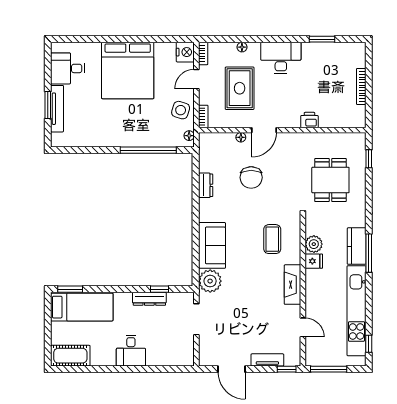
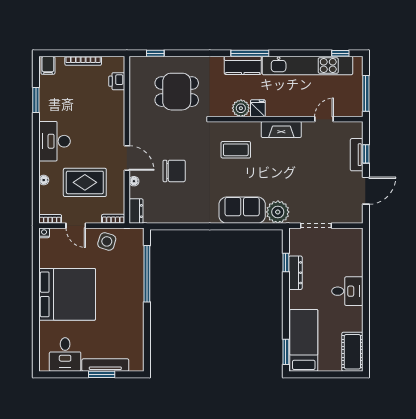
filing cabinet: (357, 51) -> (48, 65), added
nightstand: (185, 52) -> (44, 233), width x0.53, depth x0.56
printer: (309, 120) -> (117, 81), moved
floor lamp: (189, 136) -> (132, 233), removed
dresser: (206, 185) -> (136, 211), moved, turned 90
window: (287, 369) -> (366, 154), moved

